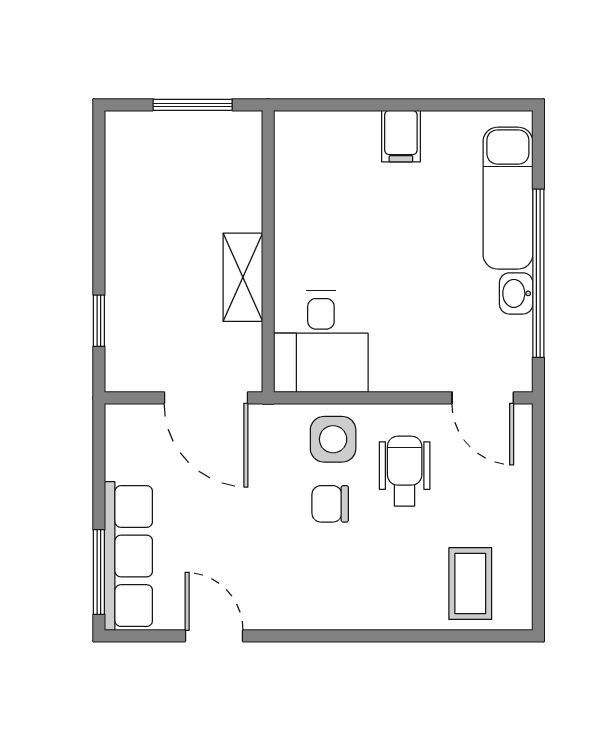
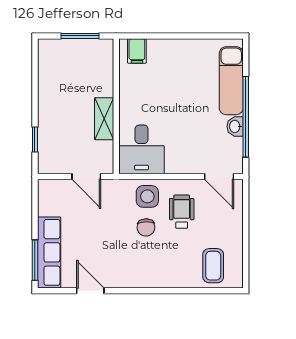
filing cabinet: (401, 136) -> (137, 51), moved
door: (206, 398) -> (86, 177), width x0.73
chair: (330, 504) -> (146, 227), turned -91

